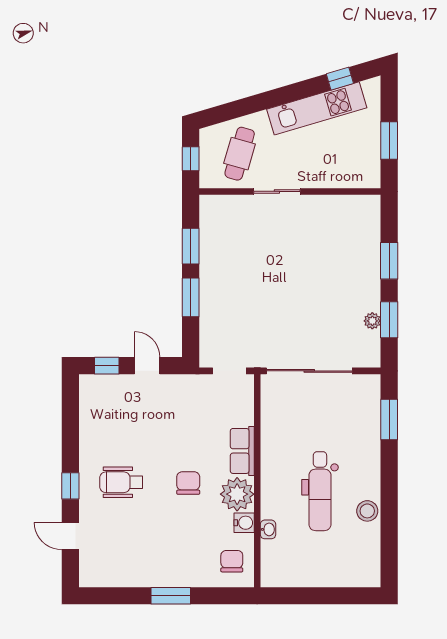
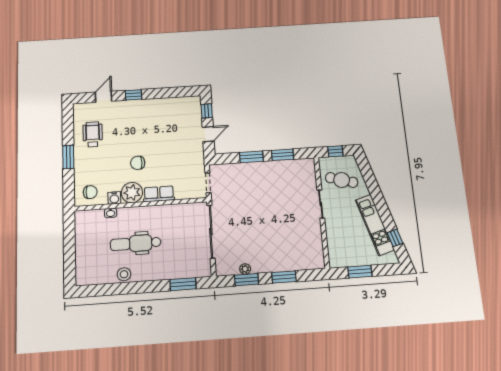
wheelchair: (121, 482) -> (93, 134), moved
chair: (188, 483) -> (138, 163), turned 180

